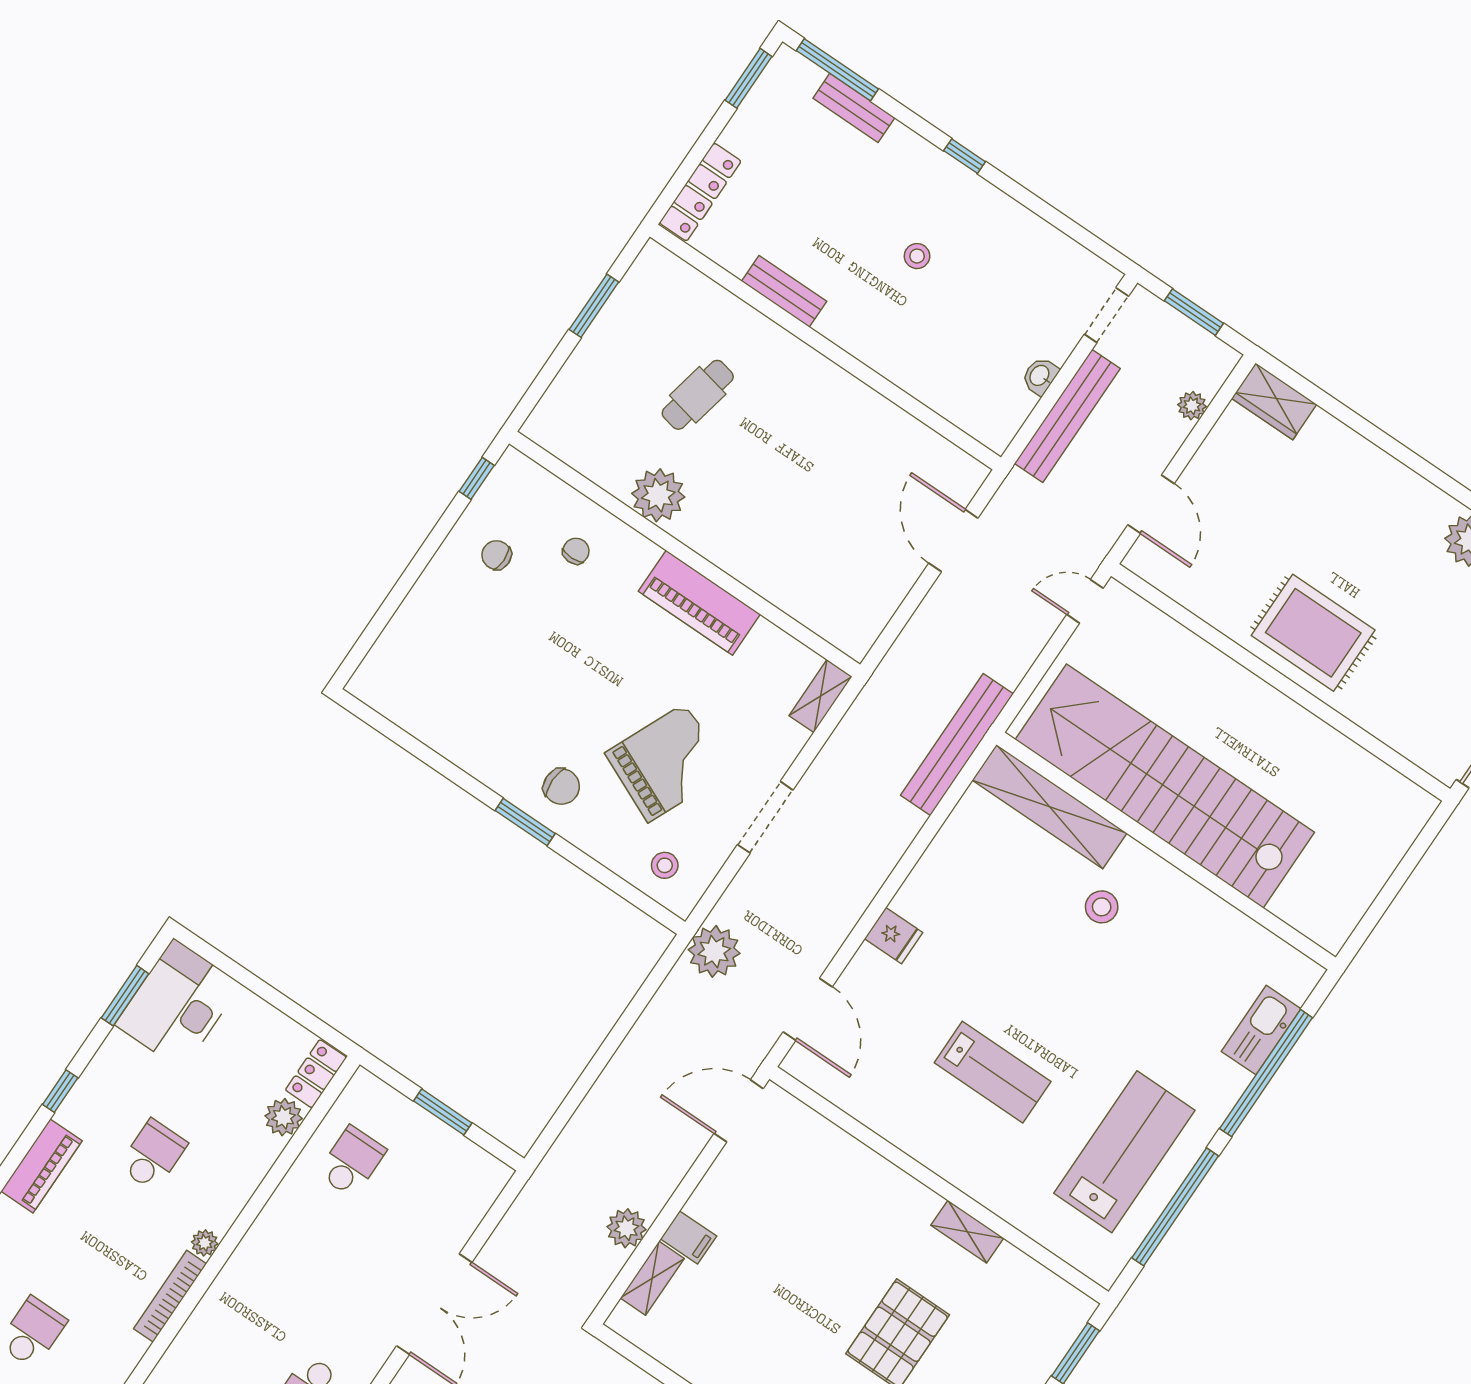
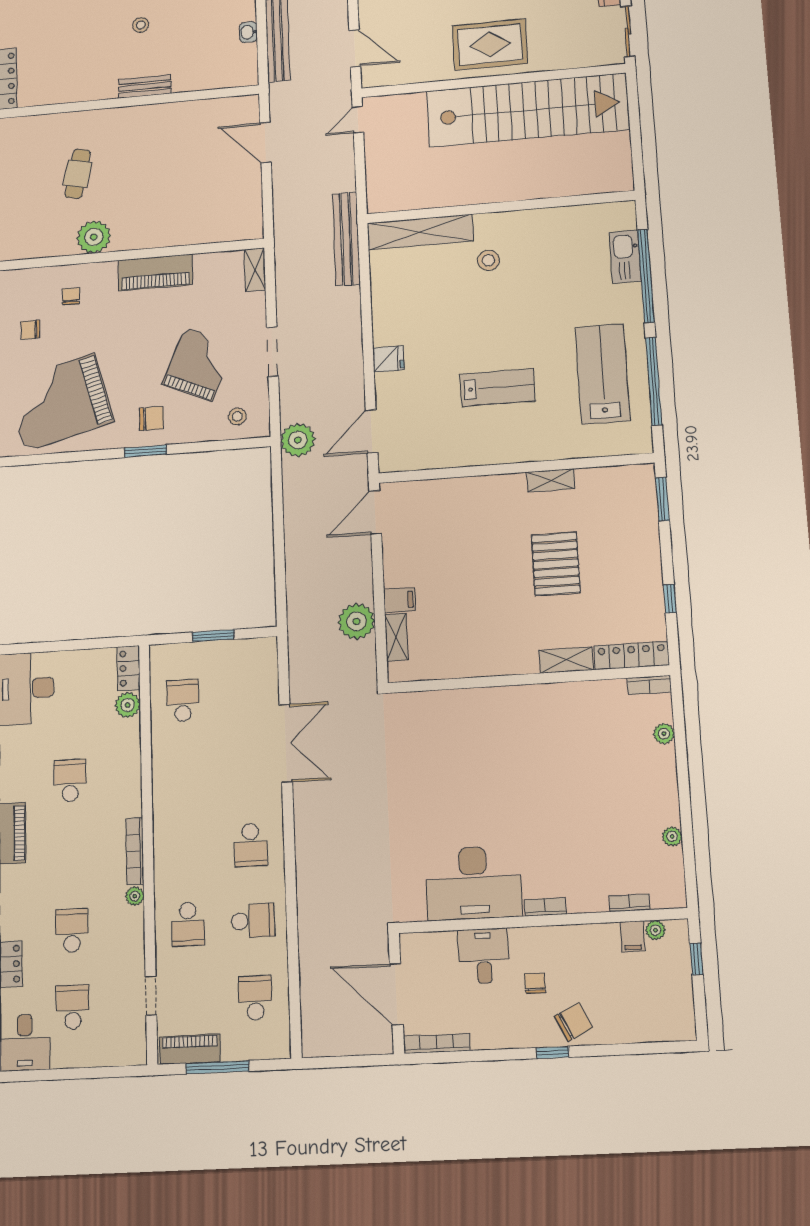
bench: (784, 291) -> (145, 87), moved
grand piano: (466, 678) -> (60, 402), added
stairs: (1165, 786) -> (527, 110), moved, turned 180
door: (808, 1009) -> (372, 431), swing flipped
plant: (626, 1228) -> (356, 621), width x1.36, depth x1.36
plant: (205, 1243) -> (135, 896), moved

